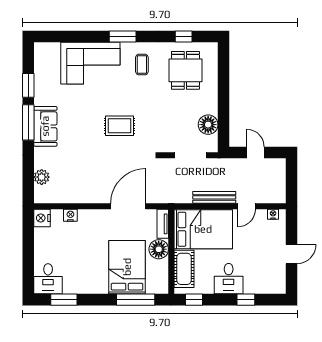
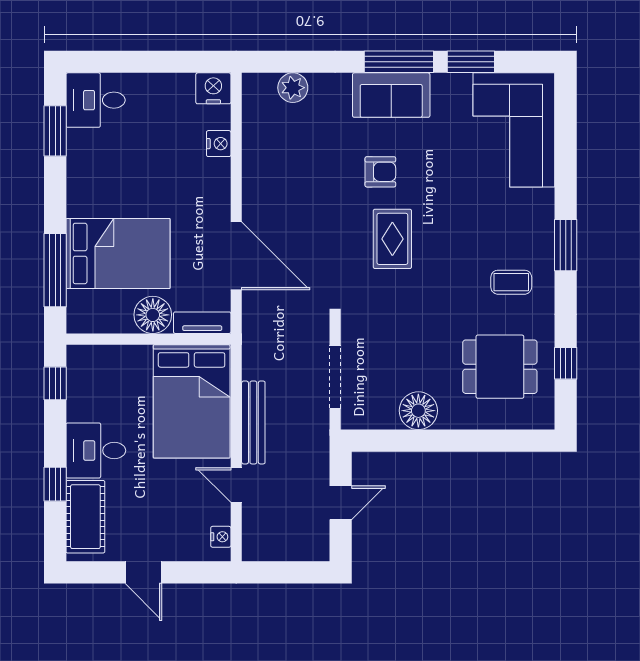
corner sofa: (90, 63) -> (514, 130), moved
floor lamp: (208, 125) -> (418, 411), moved
armchair: (85, 132) -> (380, 172), added
cot: (184, 269) -> (85, 517), moved, turned 90

